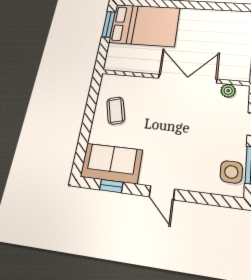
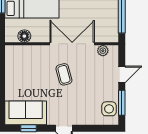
floor lamp: (128, 65) -> (24, 36), added
coffee table: (116, 111) -> (64, 74), moved

